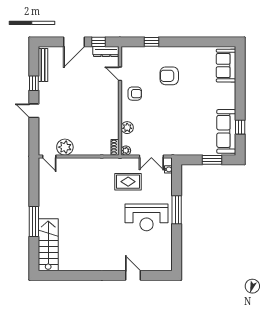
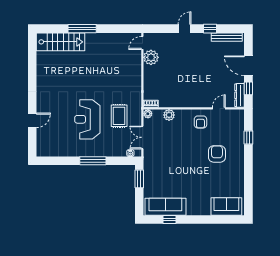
window: (212, 160) -> (139, 179), moved
reception desk: (147, 217) -> (87, 119), moved

